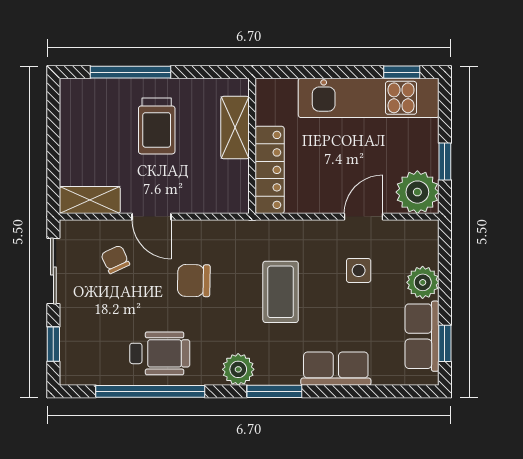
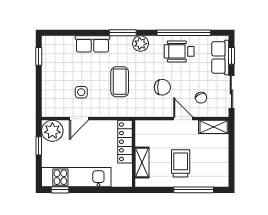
plant: (423, 282) -> (50, 86), removed
row of seats: (422, 336) -> (220, 57), moved, turned 180

